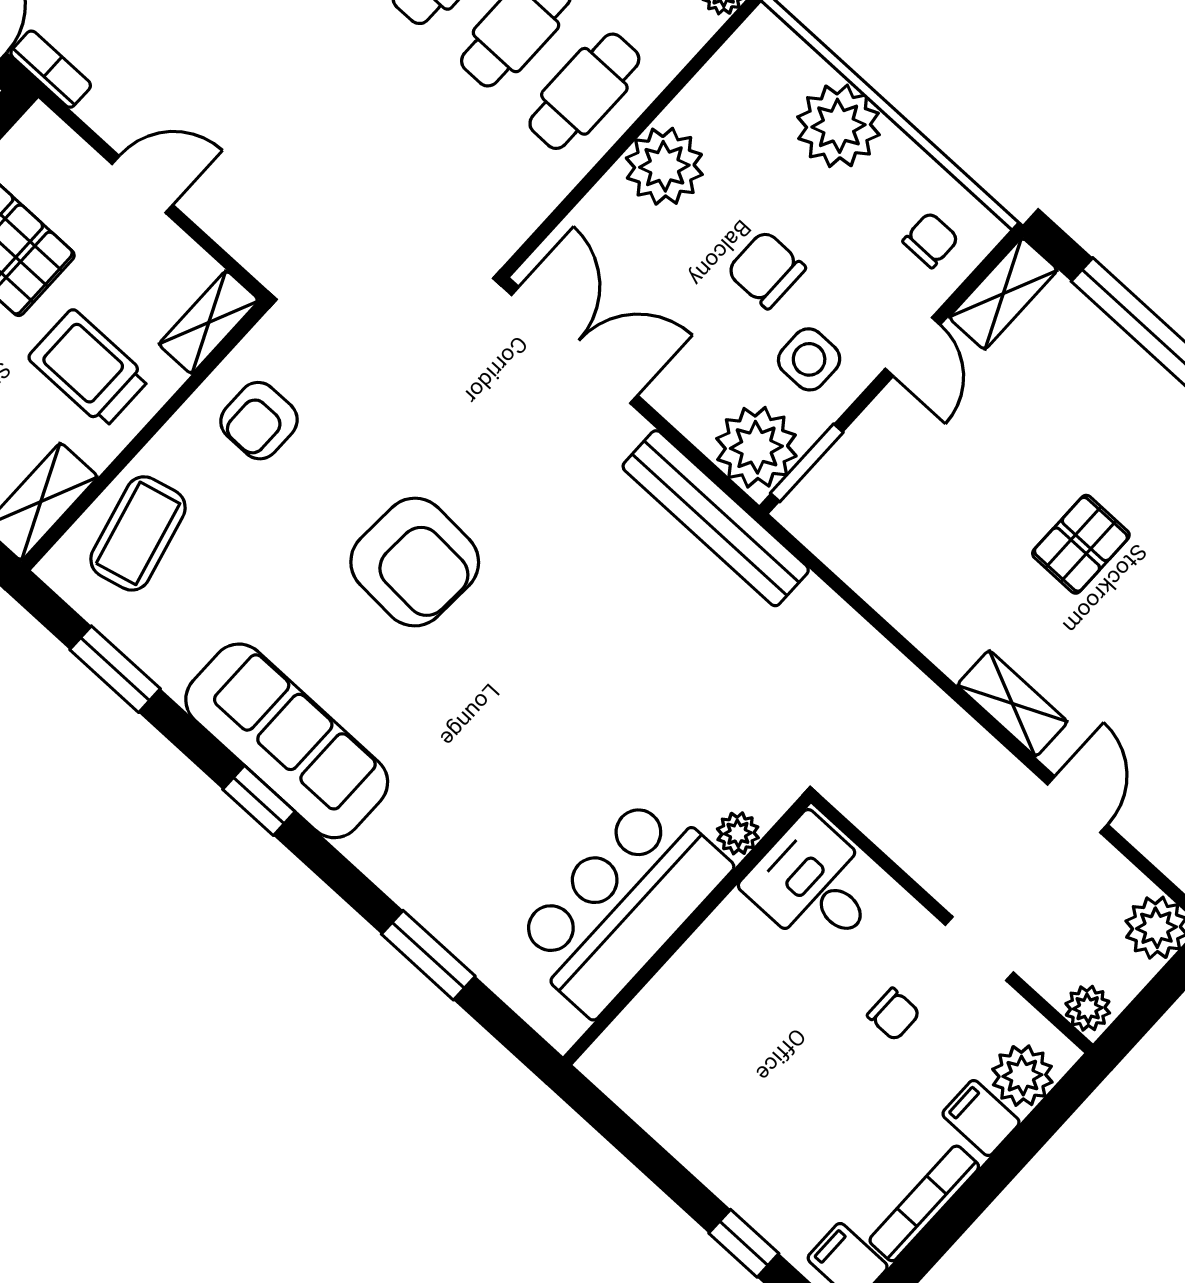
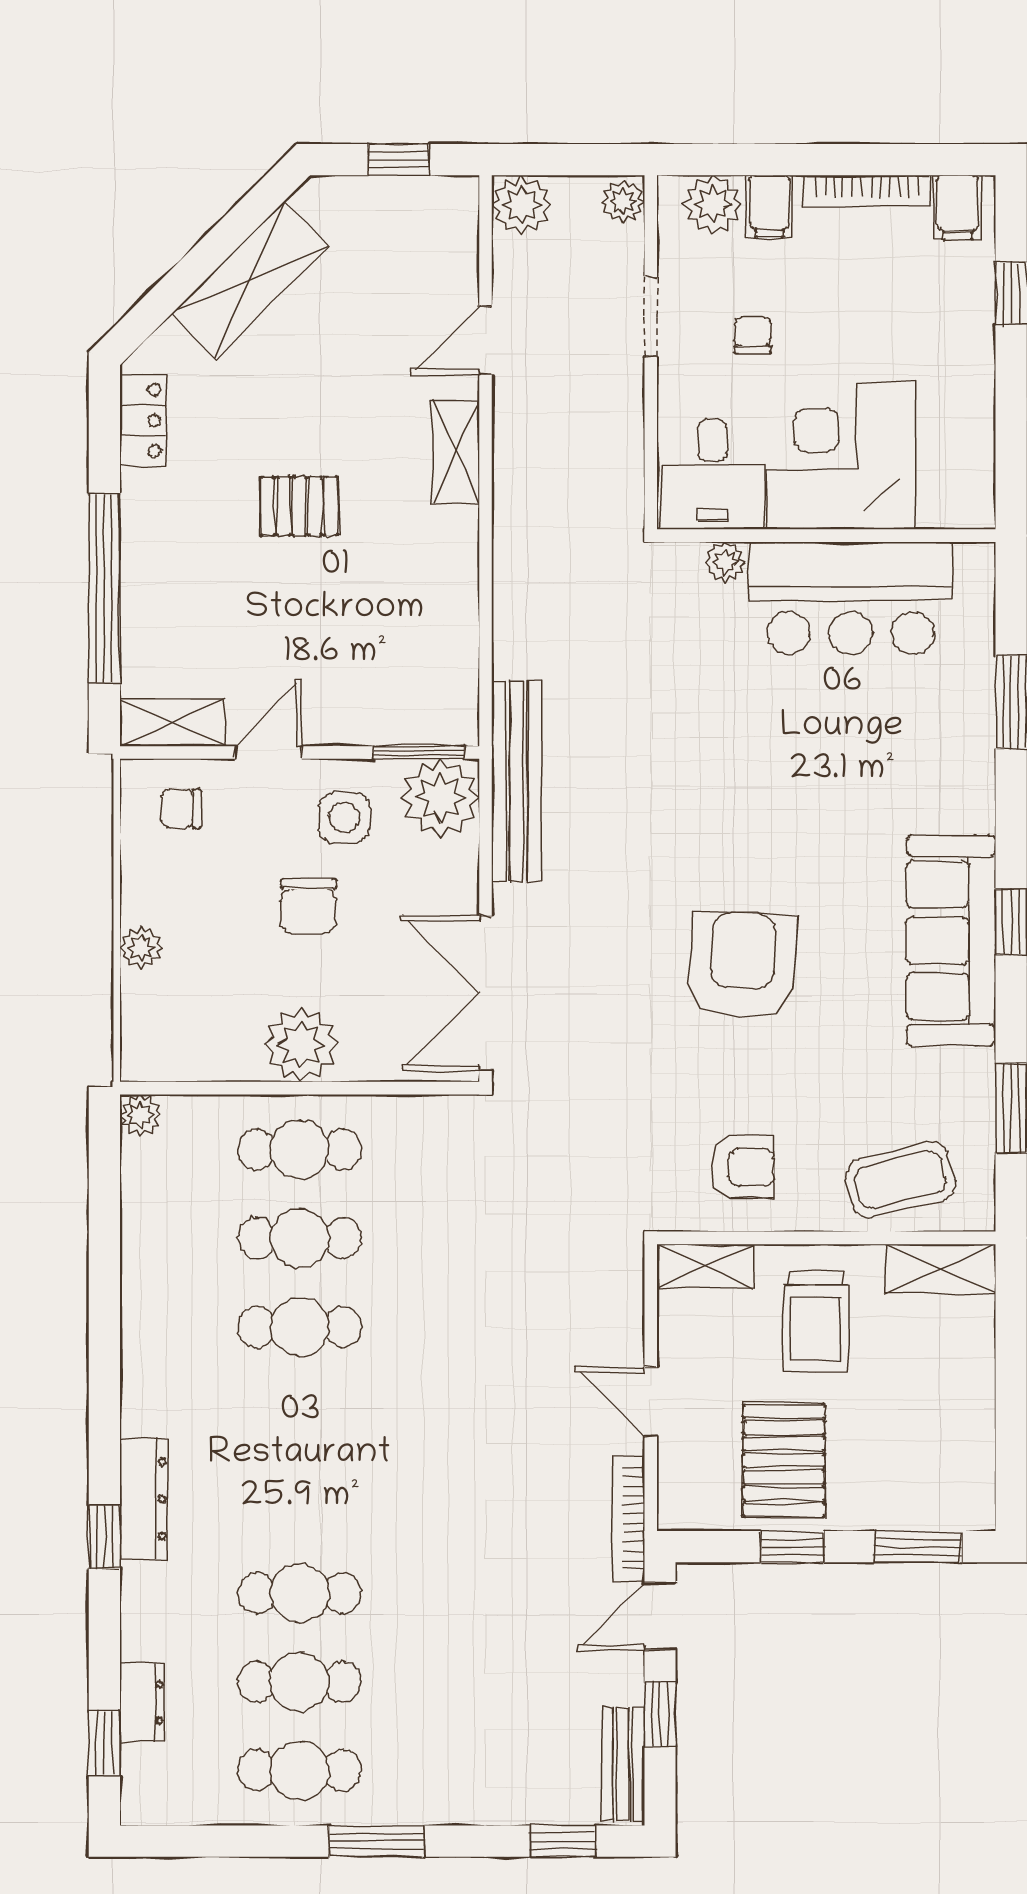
bookcase: (51, 69) -> (628, 1519), width x1.56
plant: (838, 126) -> (141, 948), width x0.53, depth x0.53
corner desk: (738, 998) -> (842, 456), added

